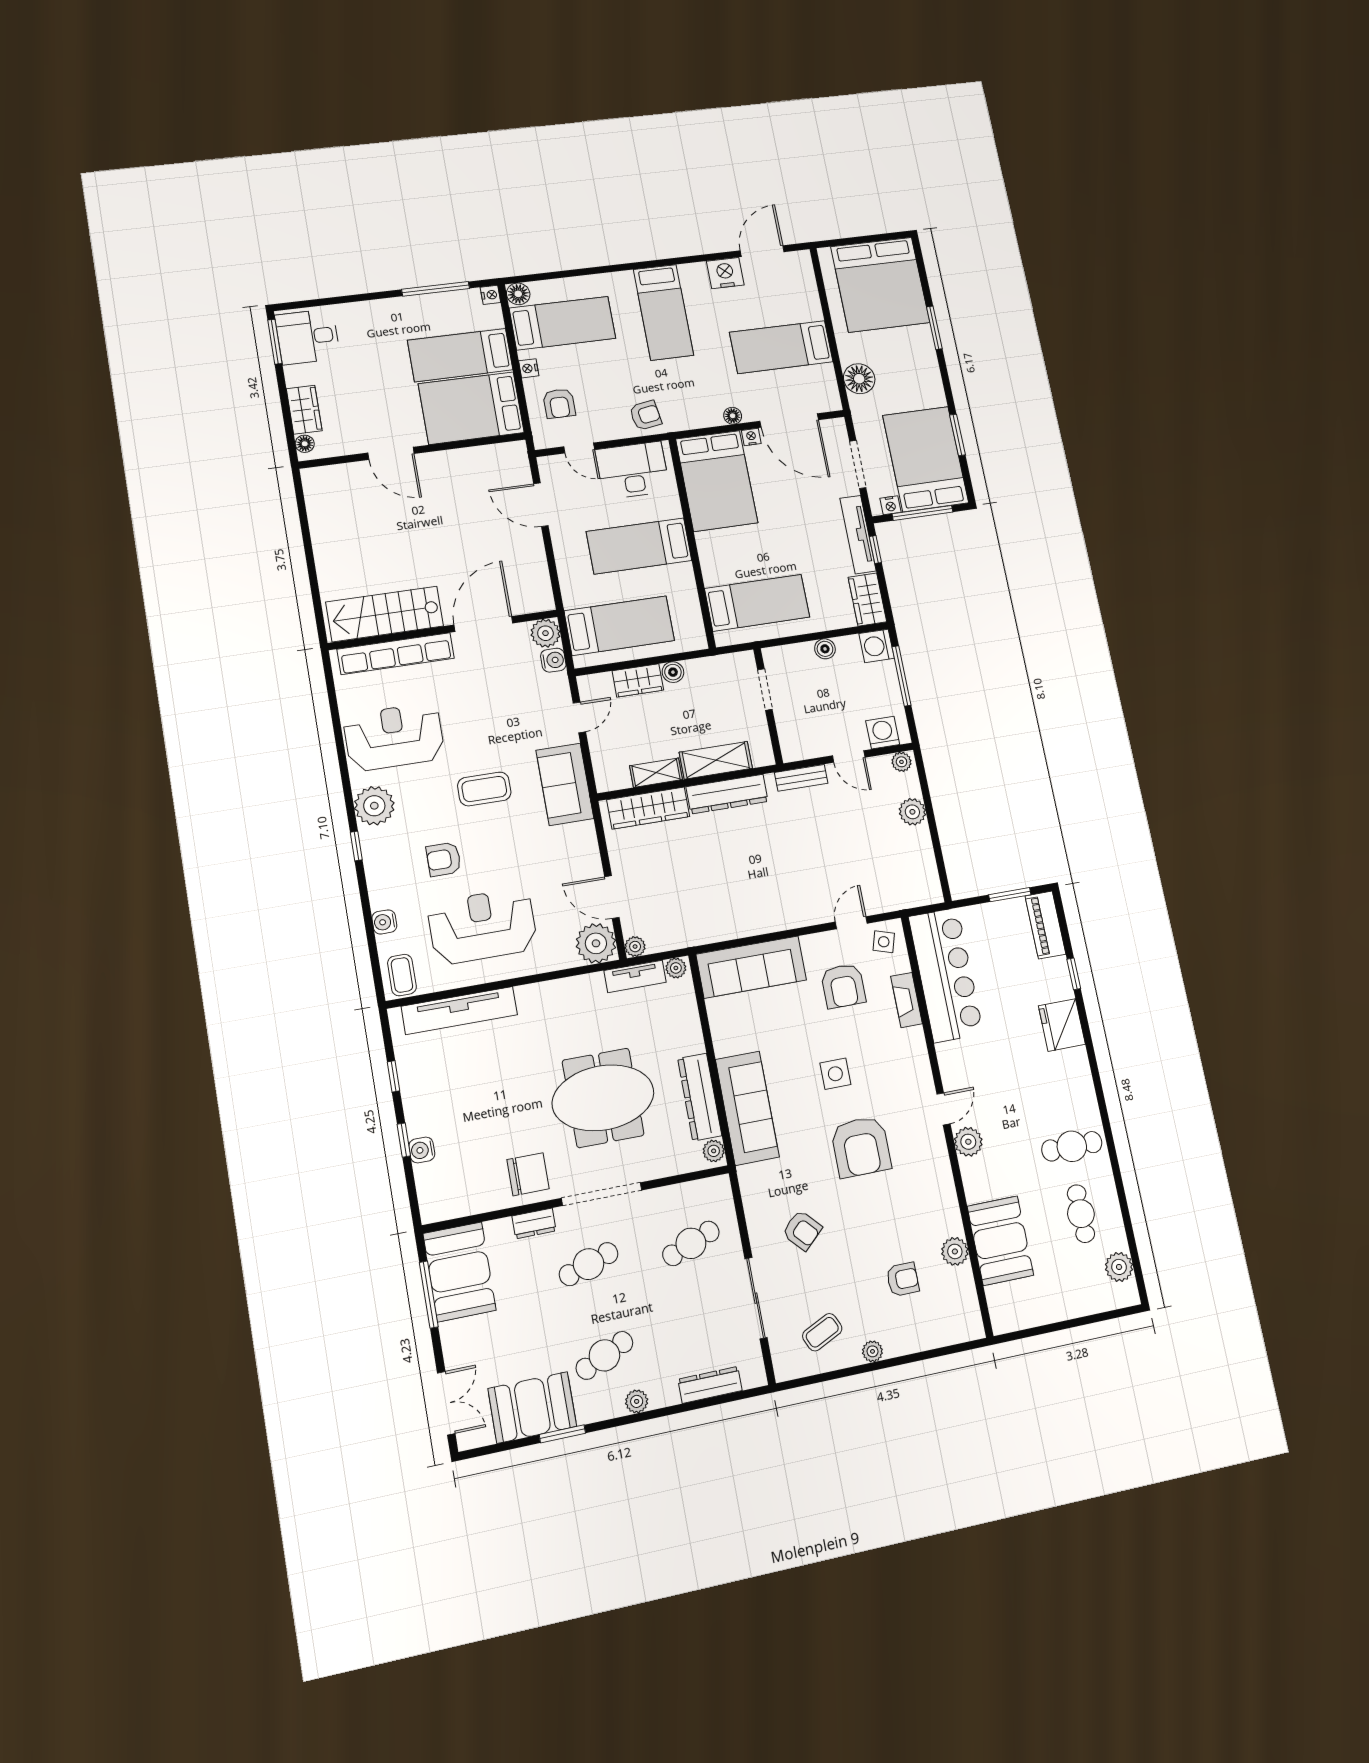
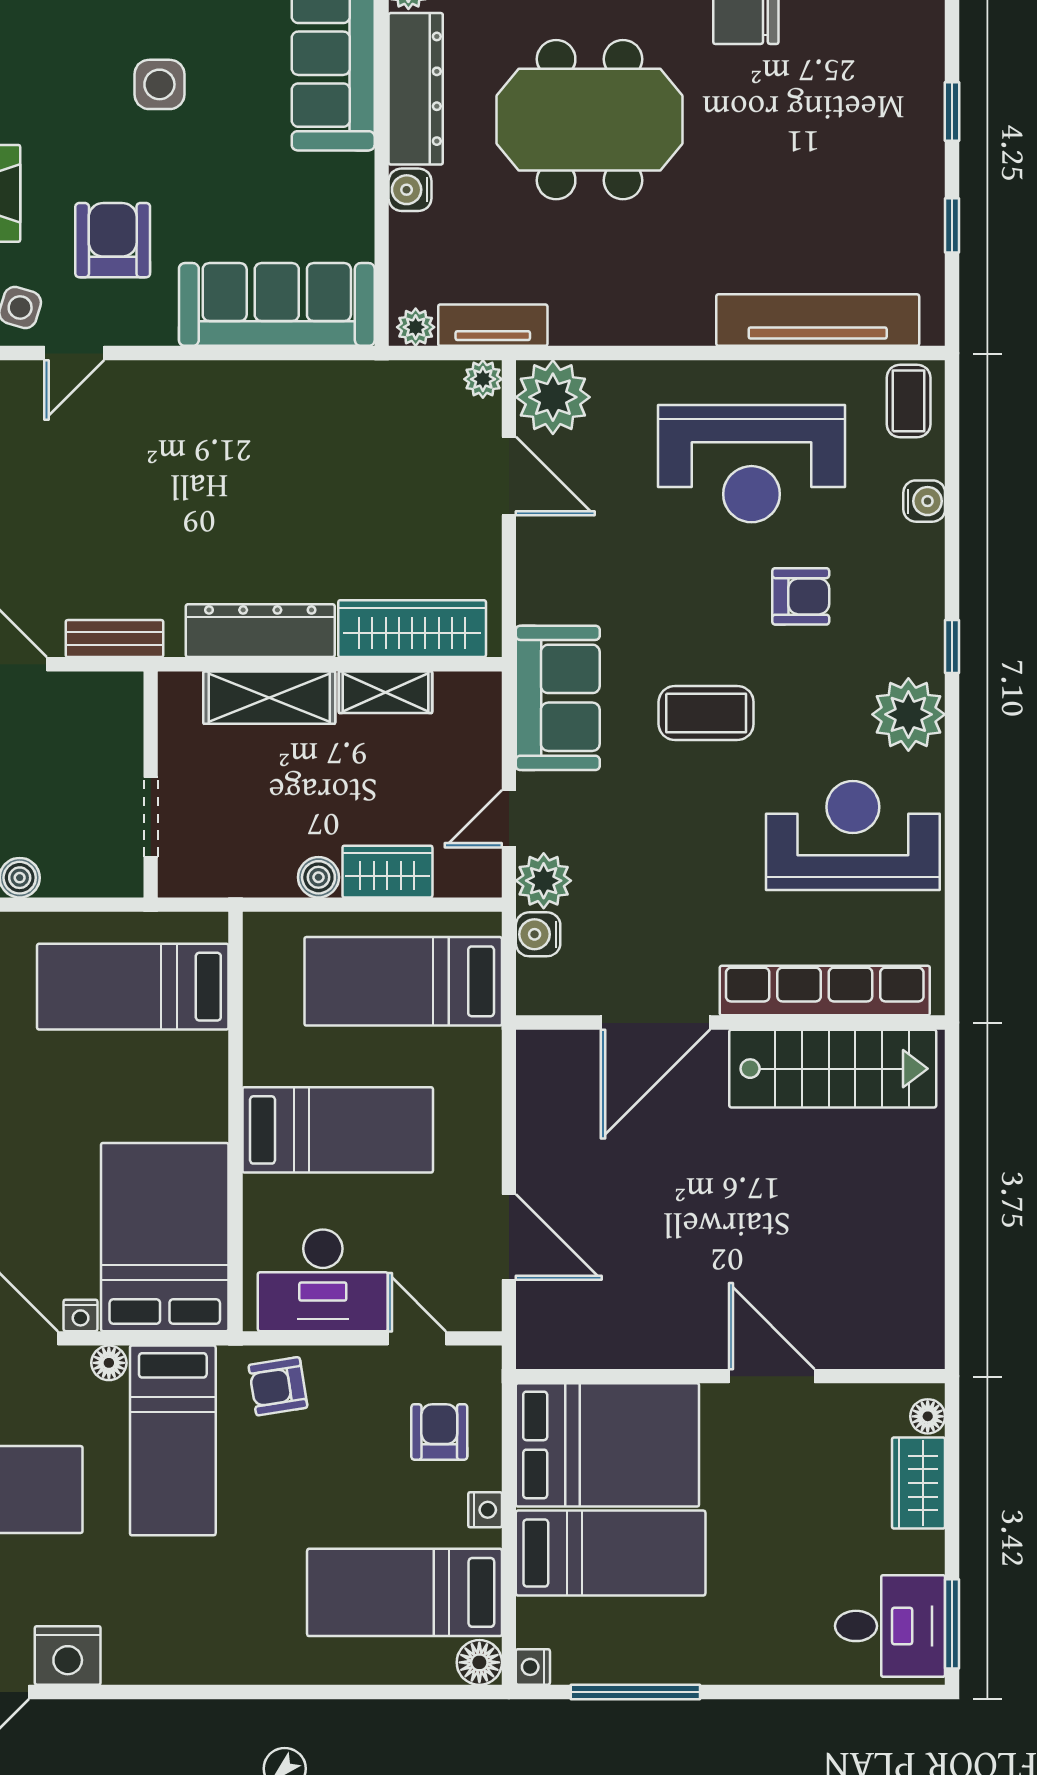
bed: (664, 312) -> (173, 1440), moved, turned 180
plant: (545, 633) -> (544, 881), moved
reception desk: (394, 737) -> (853, 835), turned 180
water cooler: (422, 1150) -> (410, 190), moved, turned 180

